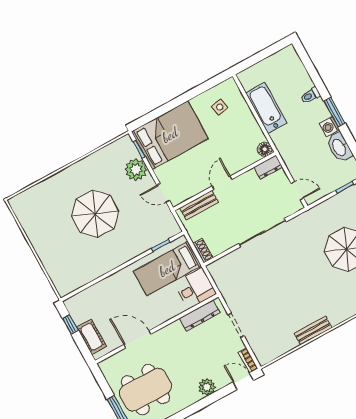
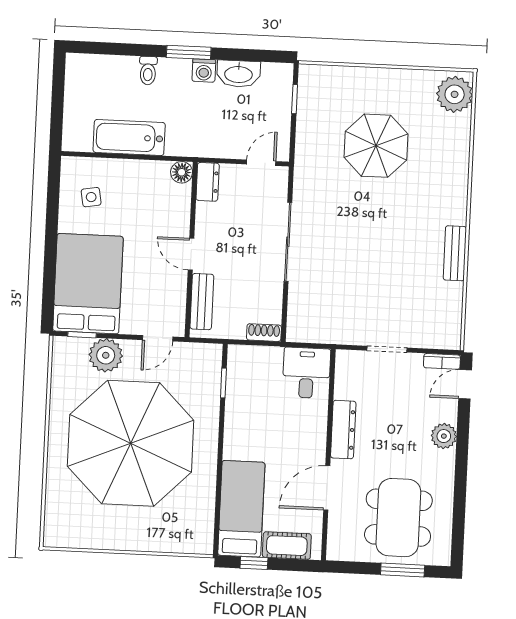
parasol: (95, 214) -> (131, 443), width x1.86, depth x1.86
bed: (167, 269) -> (241, 509), moved, turned 180
dresser: (200, 315) -> (343, 430), moved

